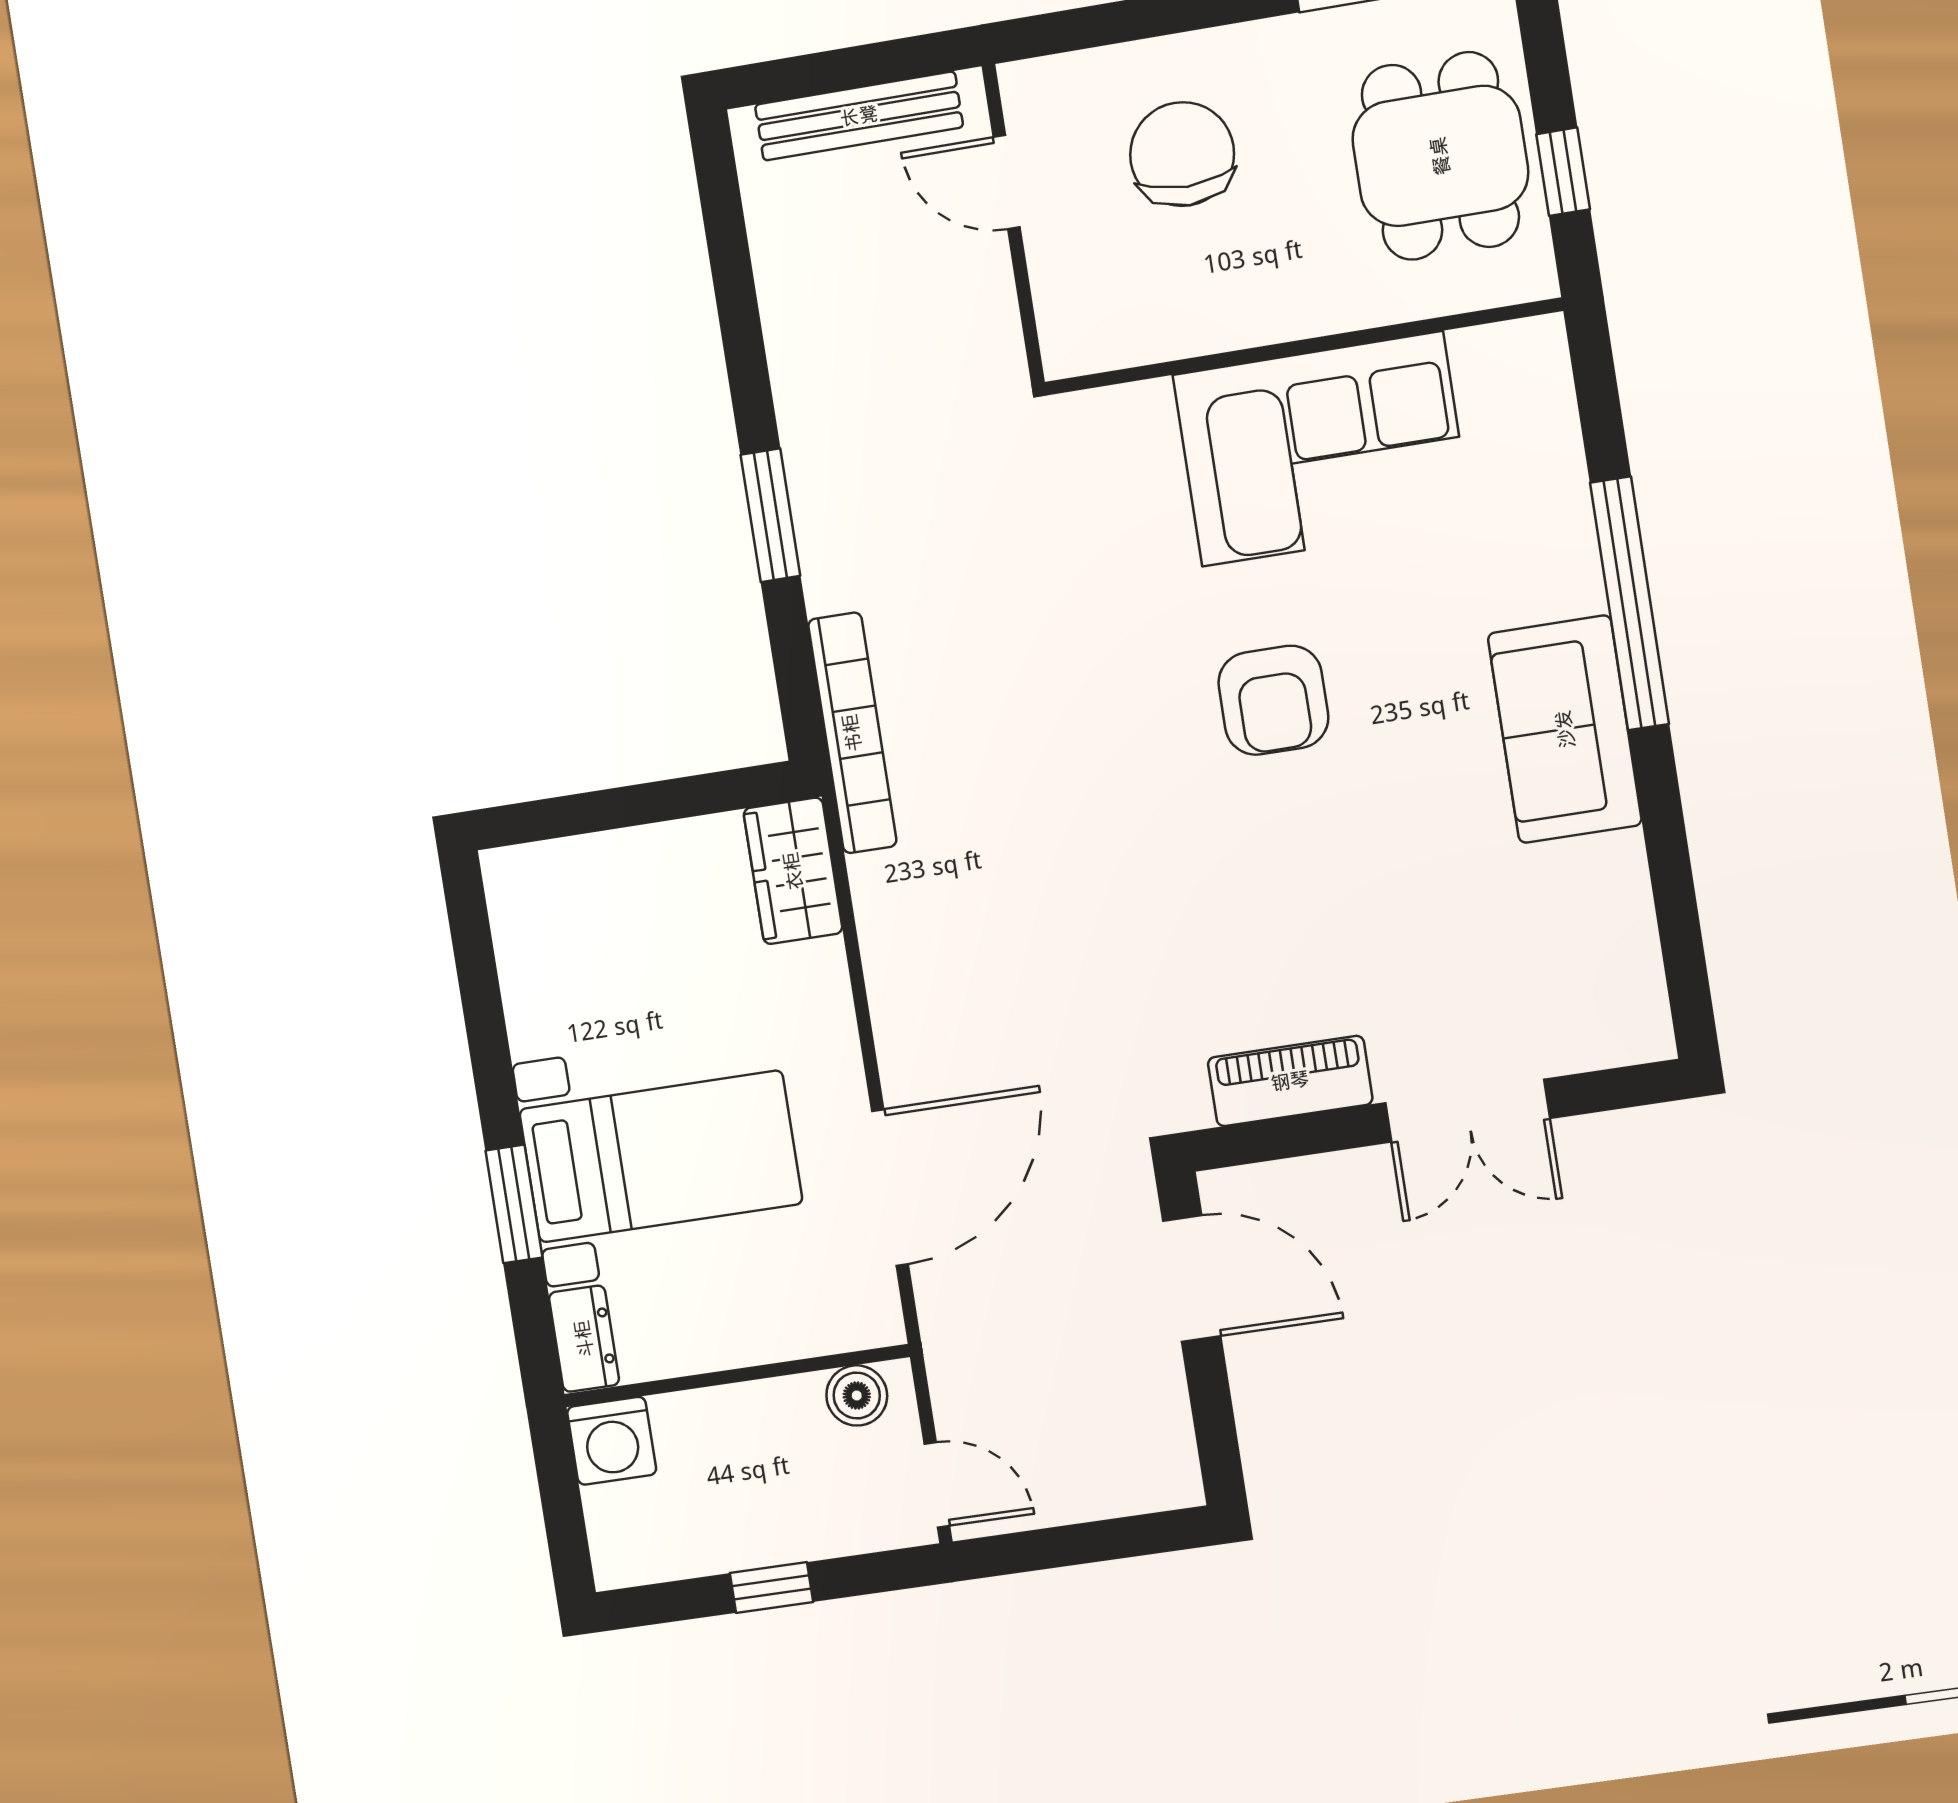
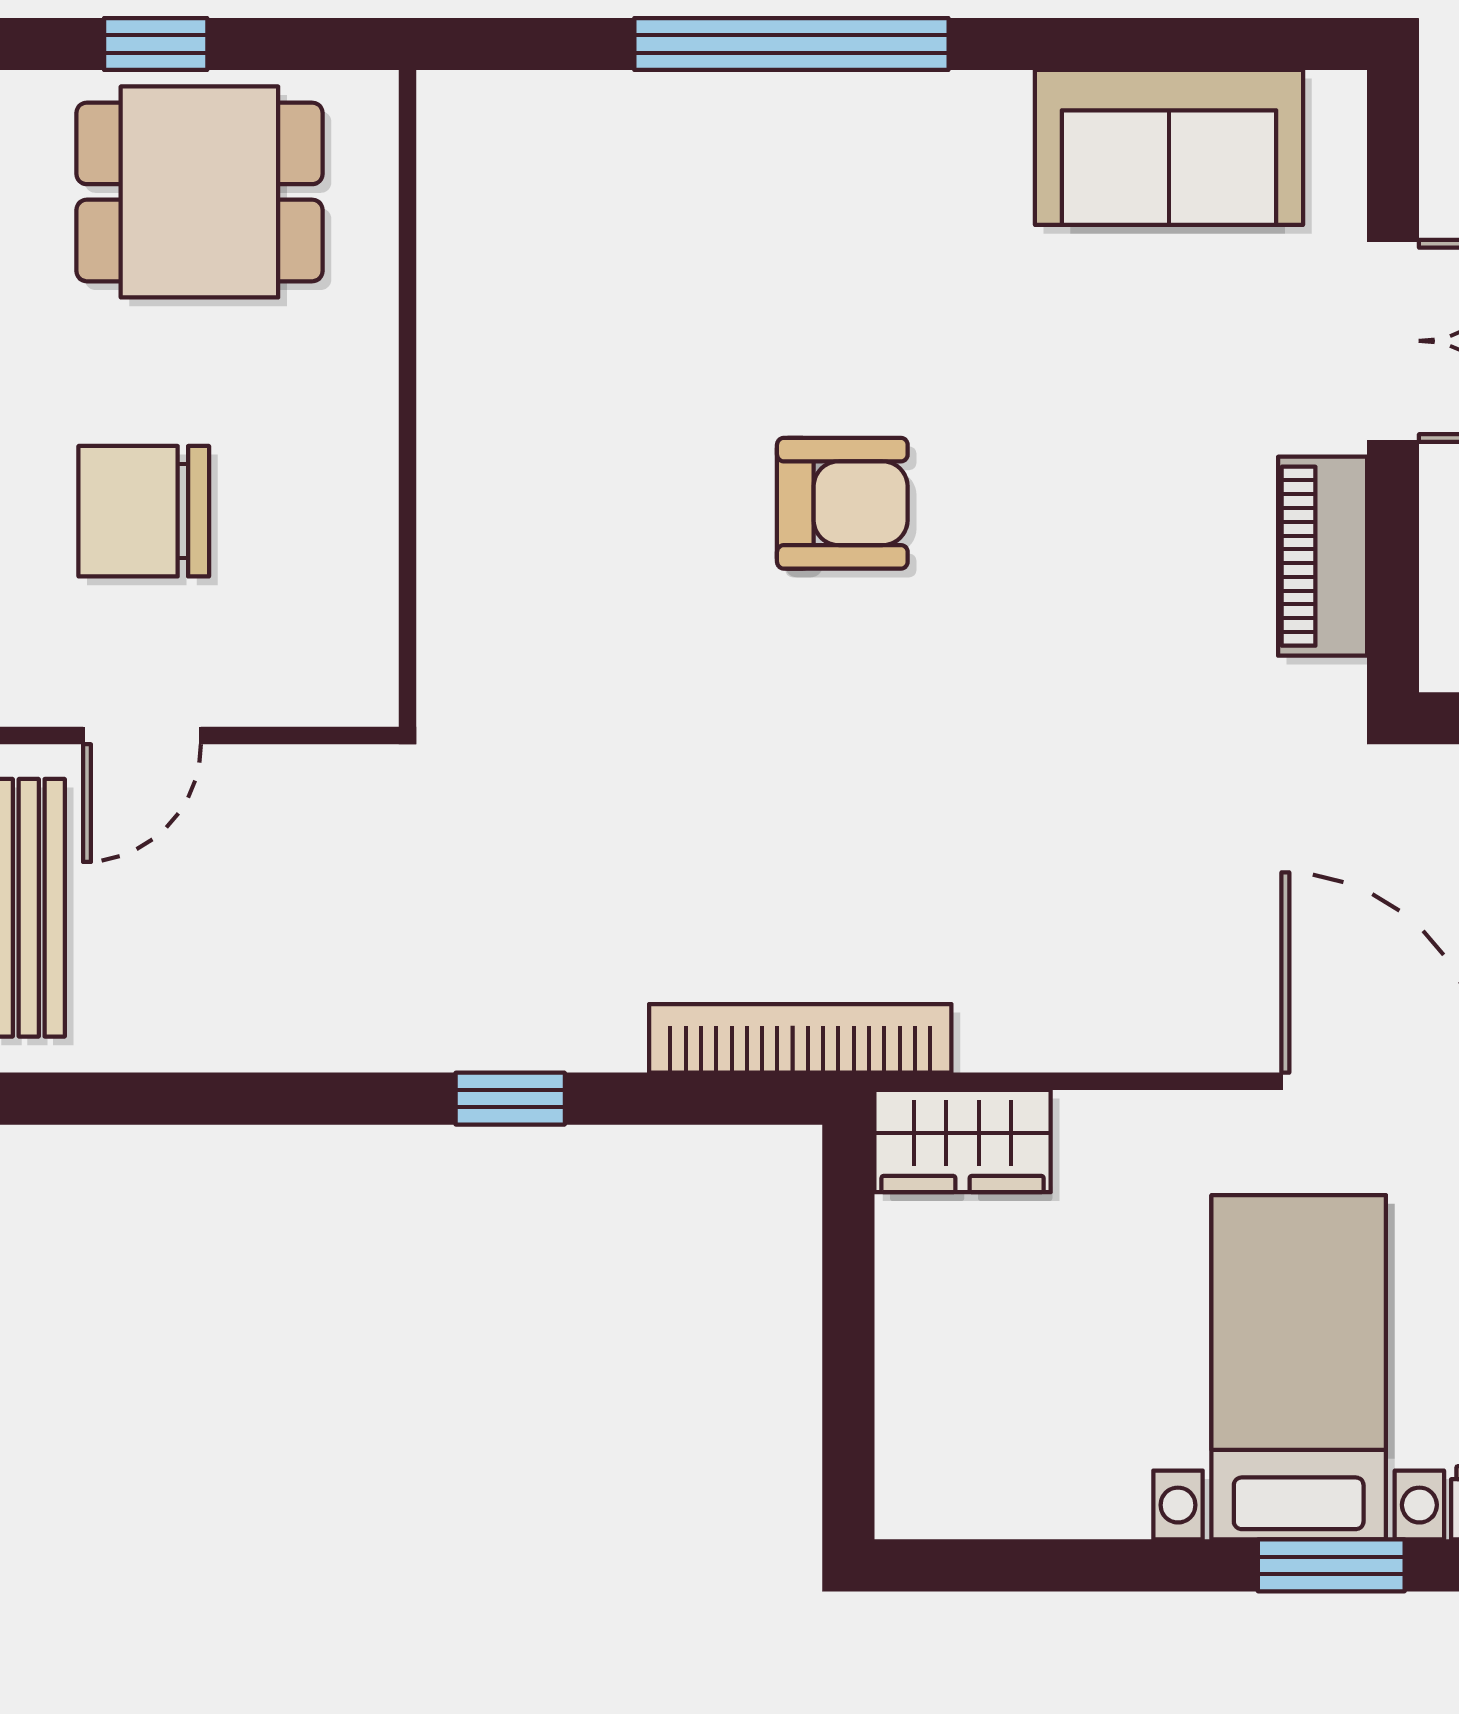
window: (1563, 172) -> (156, 44), moved
corner sofa: (1322, 449) -> (539, 394), removed
window: (770, 515) -> (510, 1099), width x0.67
sofa: (1565, 729) -> (1169, 147), moved

